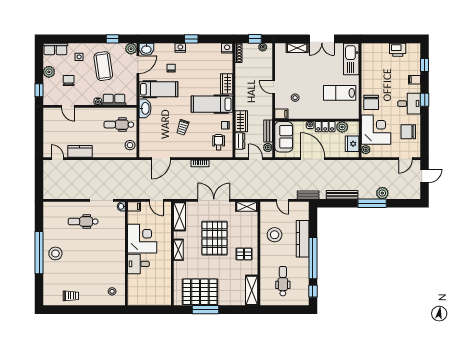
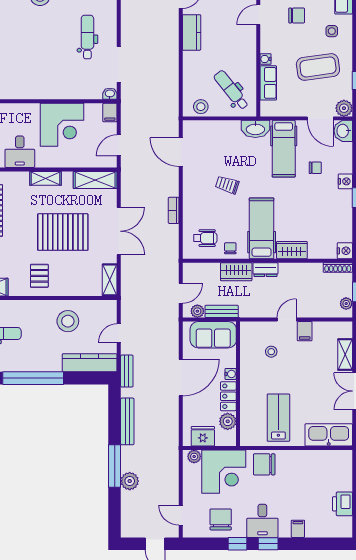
window: (425, 65) -> (237, 544), moved
filing cabinet: (281, 114) -> (305, 331), moved
dental chair: (119, 125) -> (231, 90), turned -39
dresser: (240, 141) -> (265, 270), moved
kitchen counter: (303, 239) -> (90, 363), moved
desk: (138, 264) -> (20, 152), moved, turned 180

